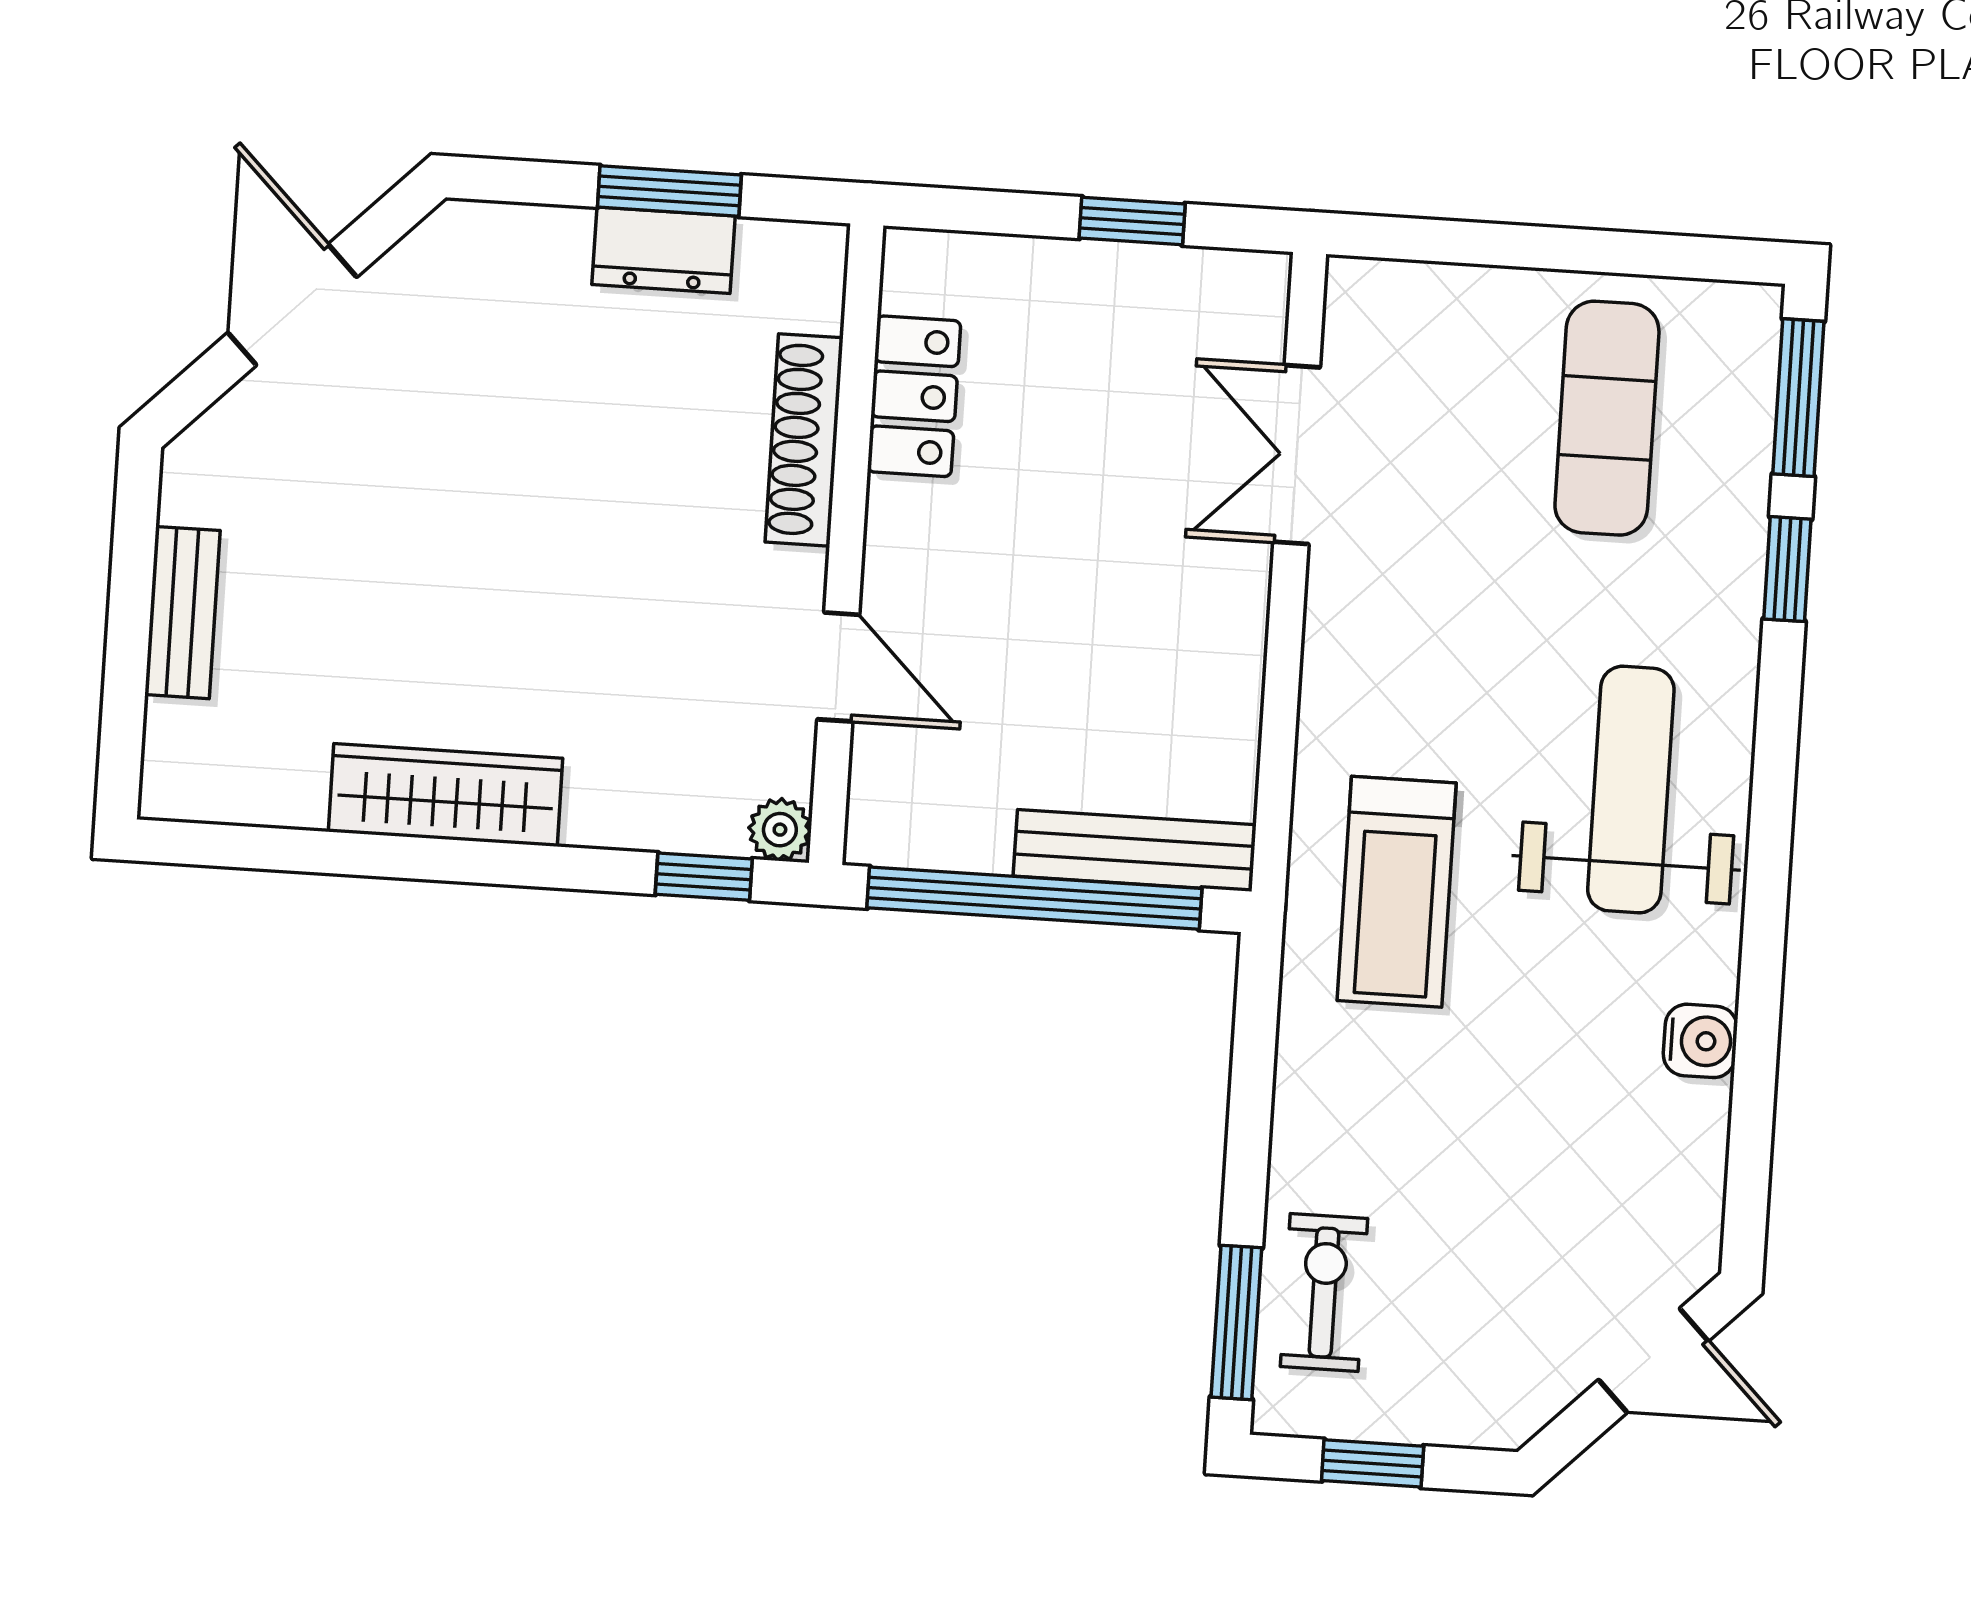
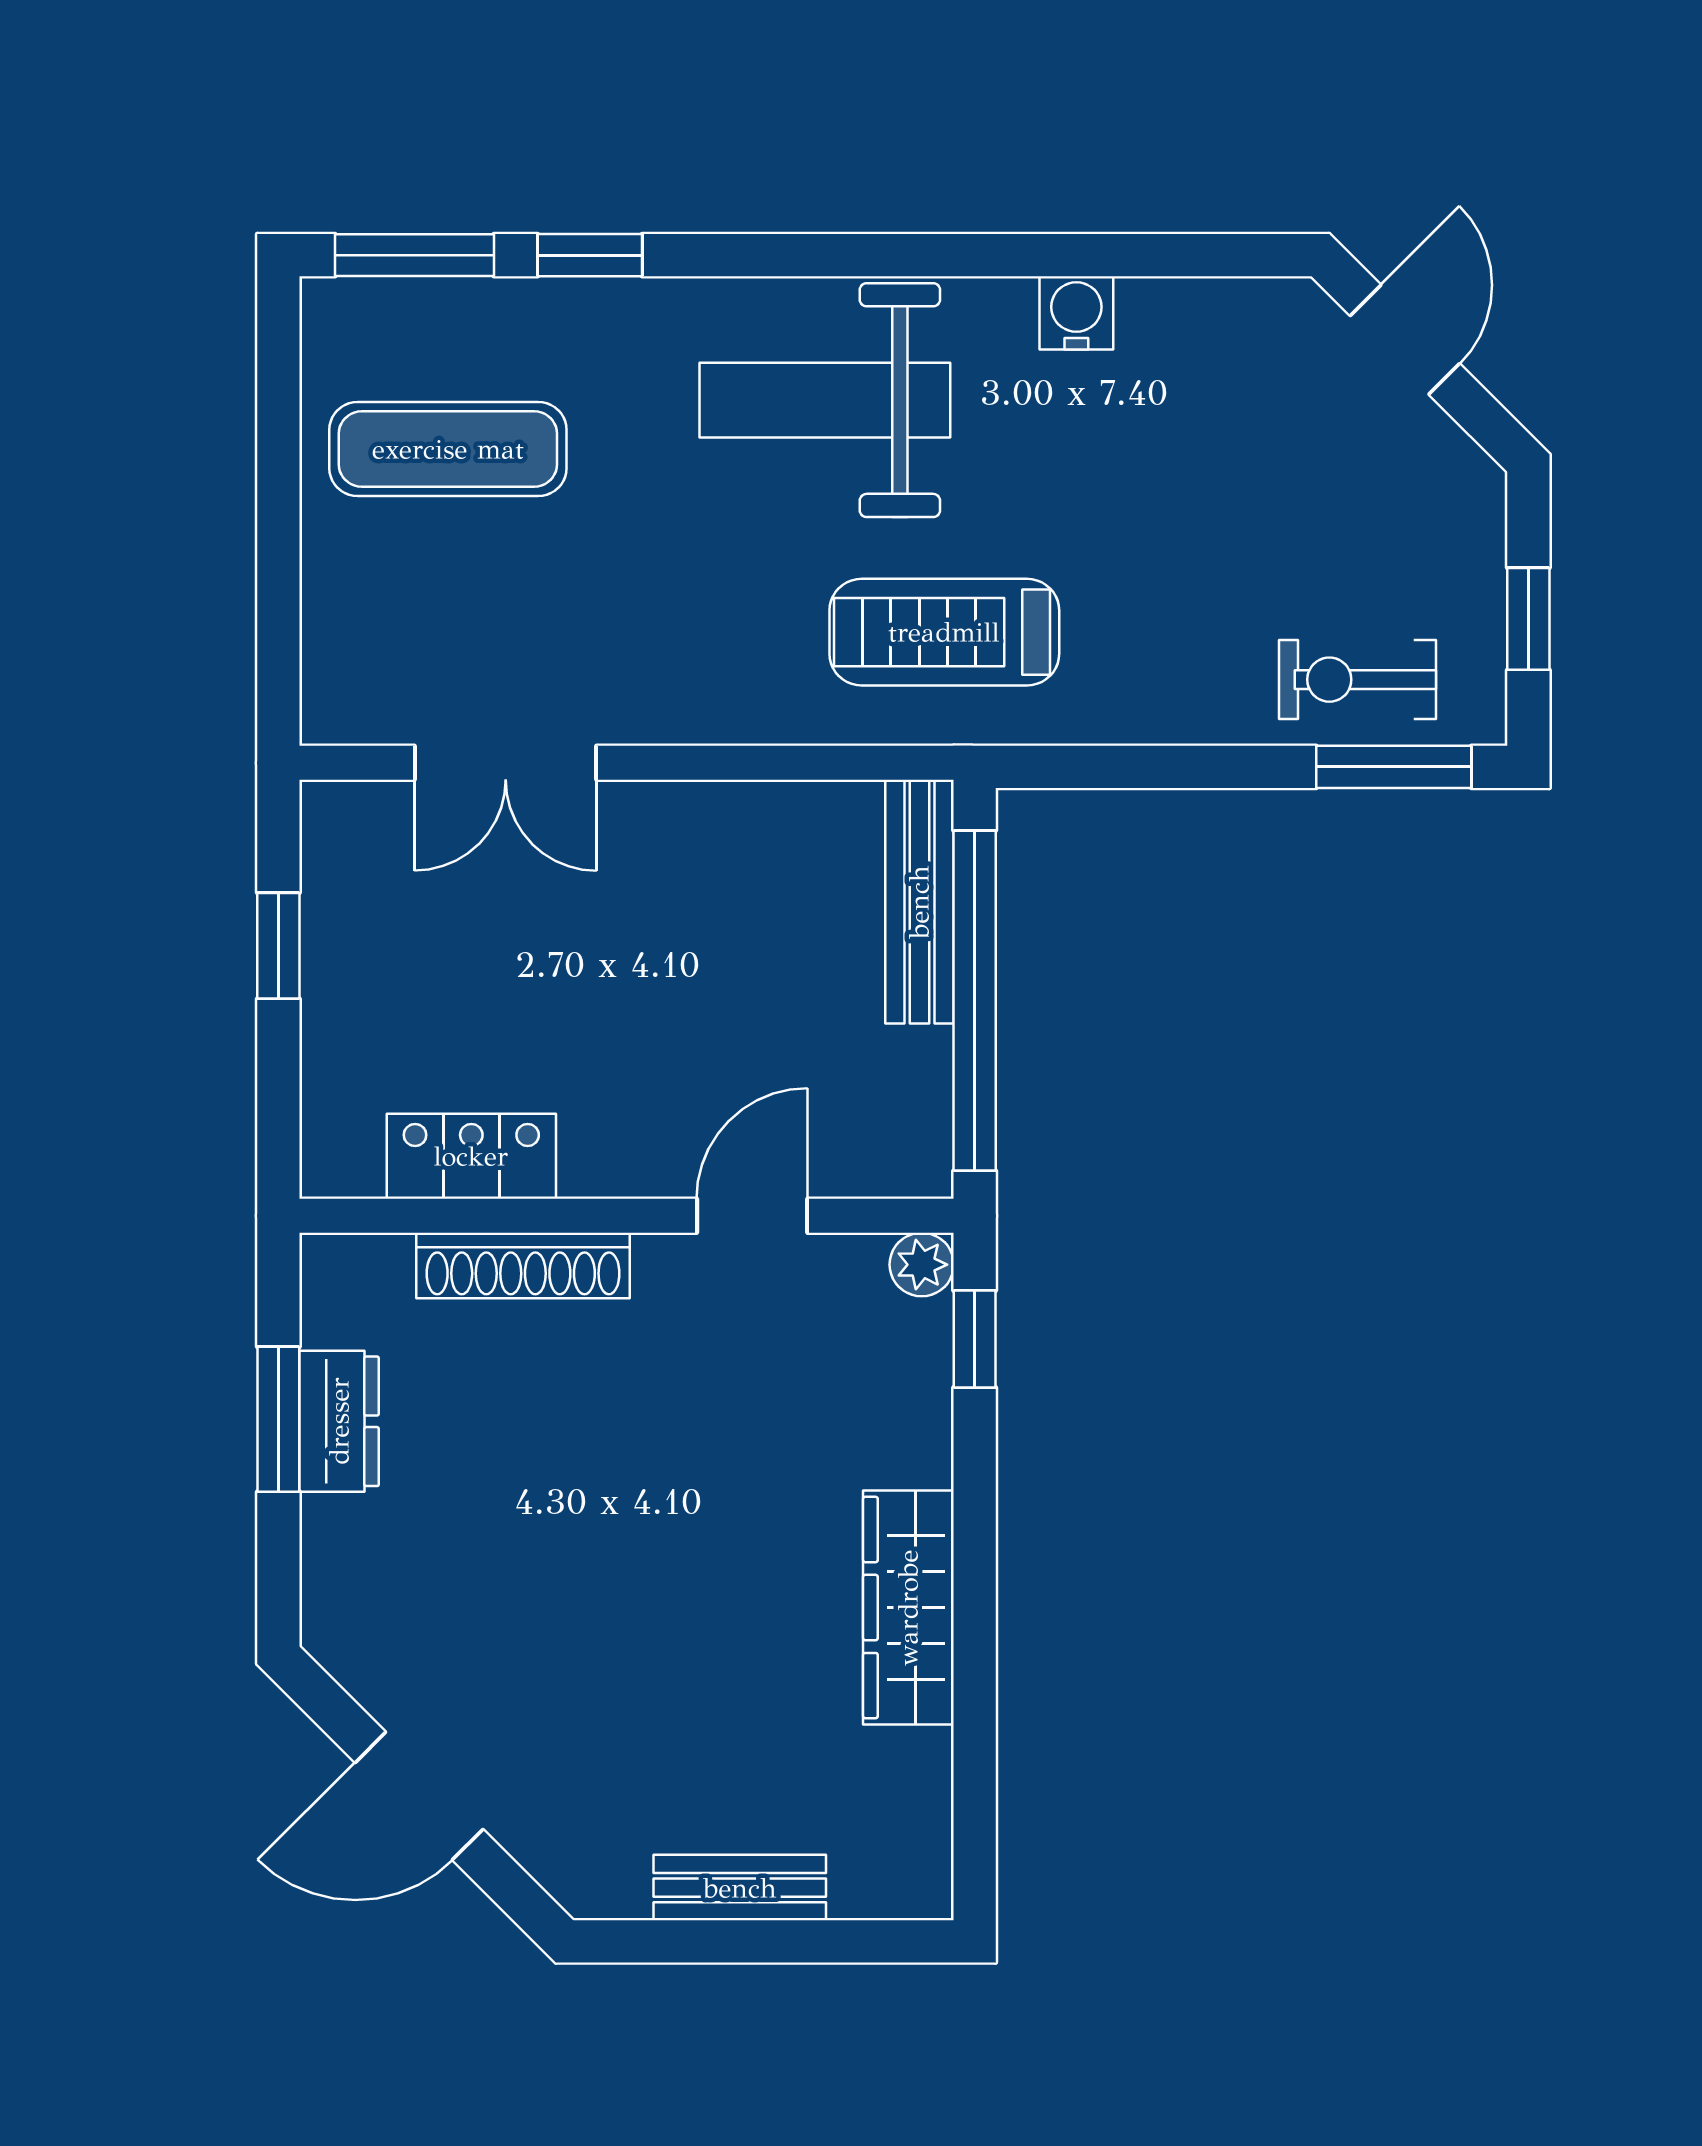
treadmill: (1397, 892) -> (944, 632), turned 180

